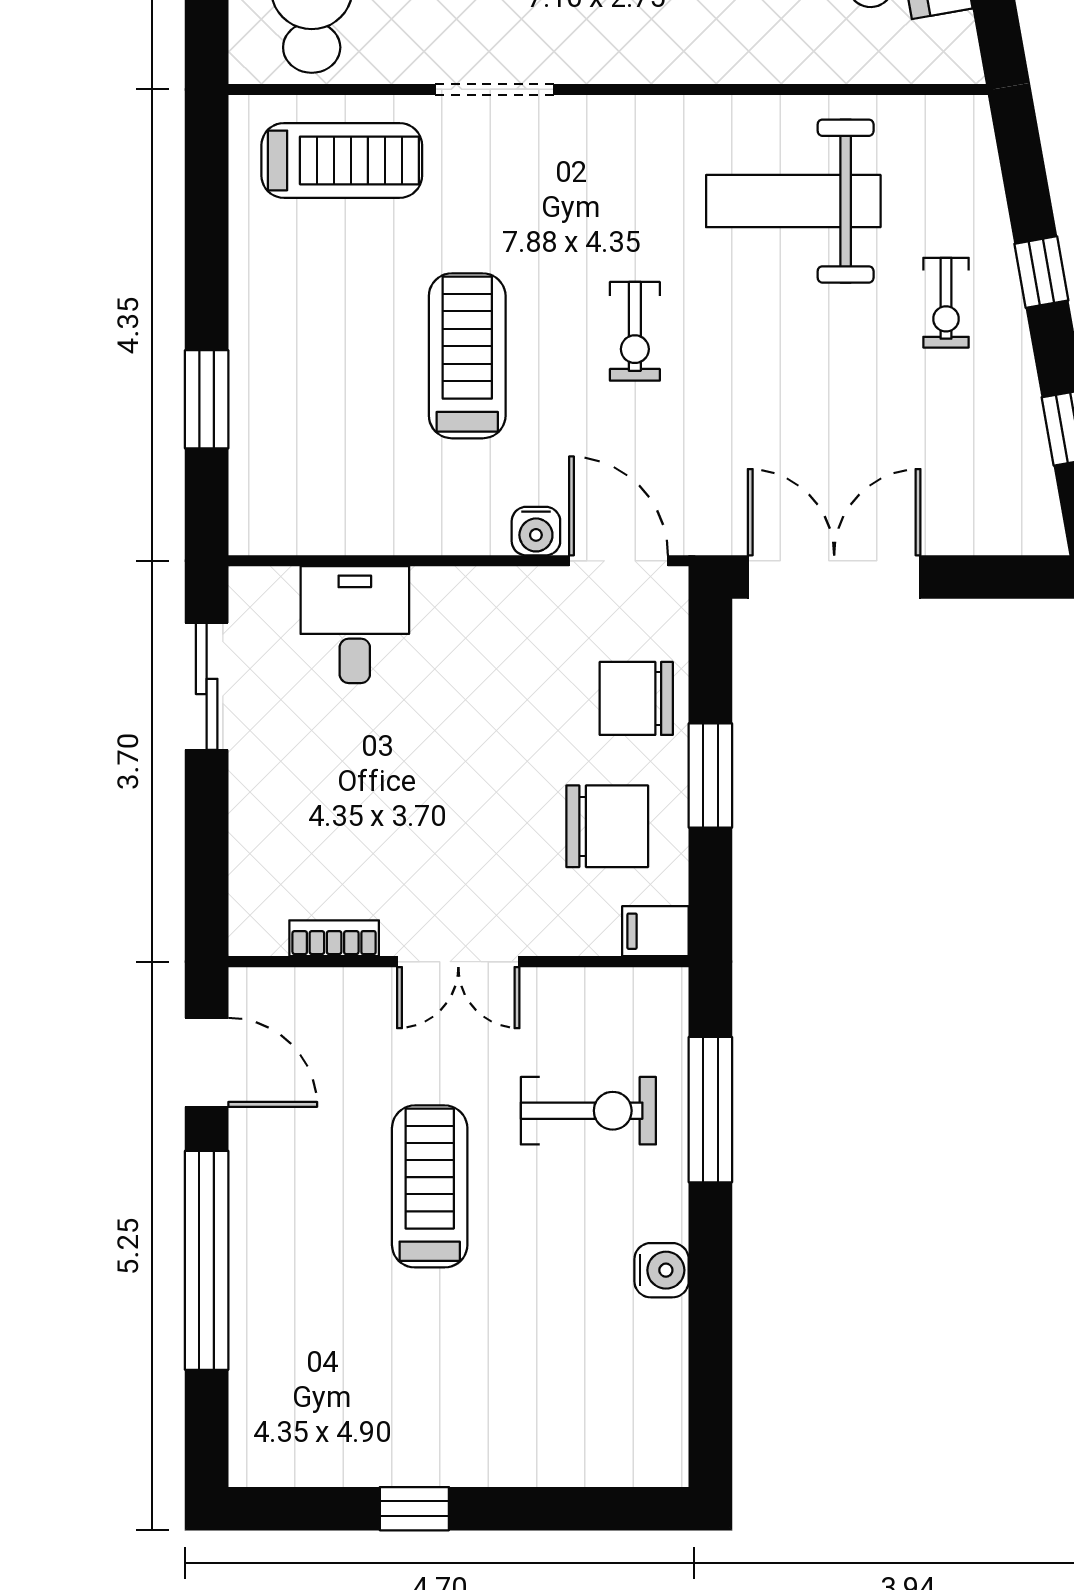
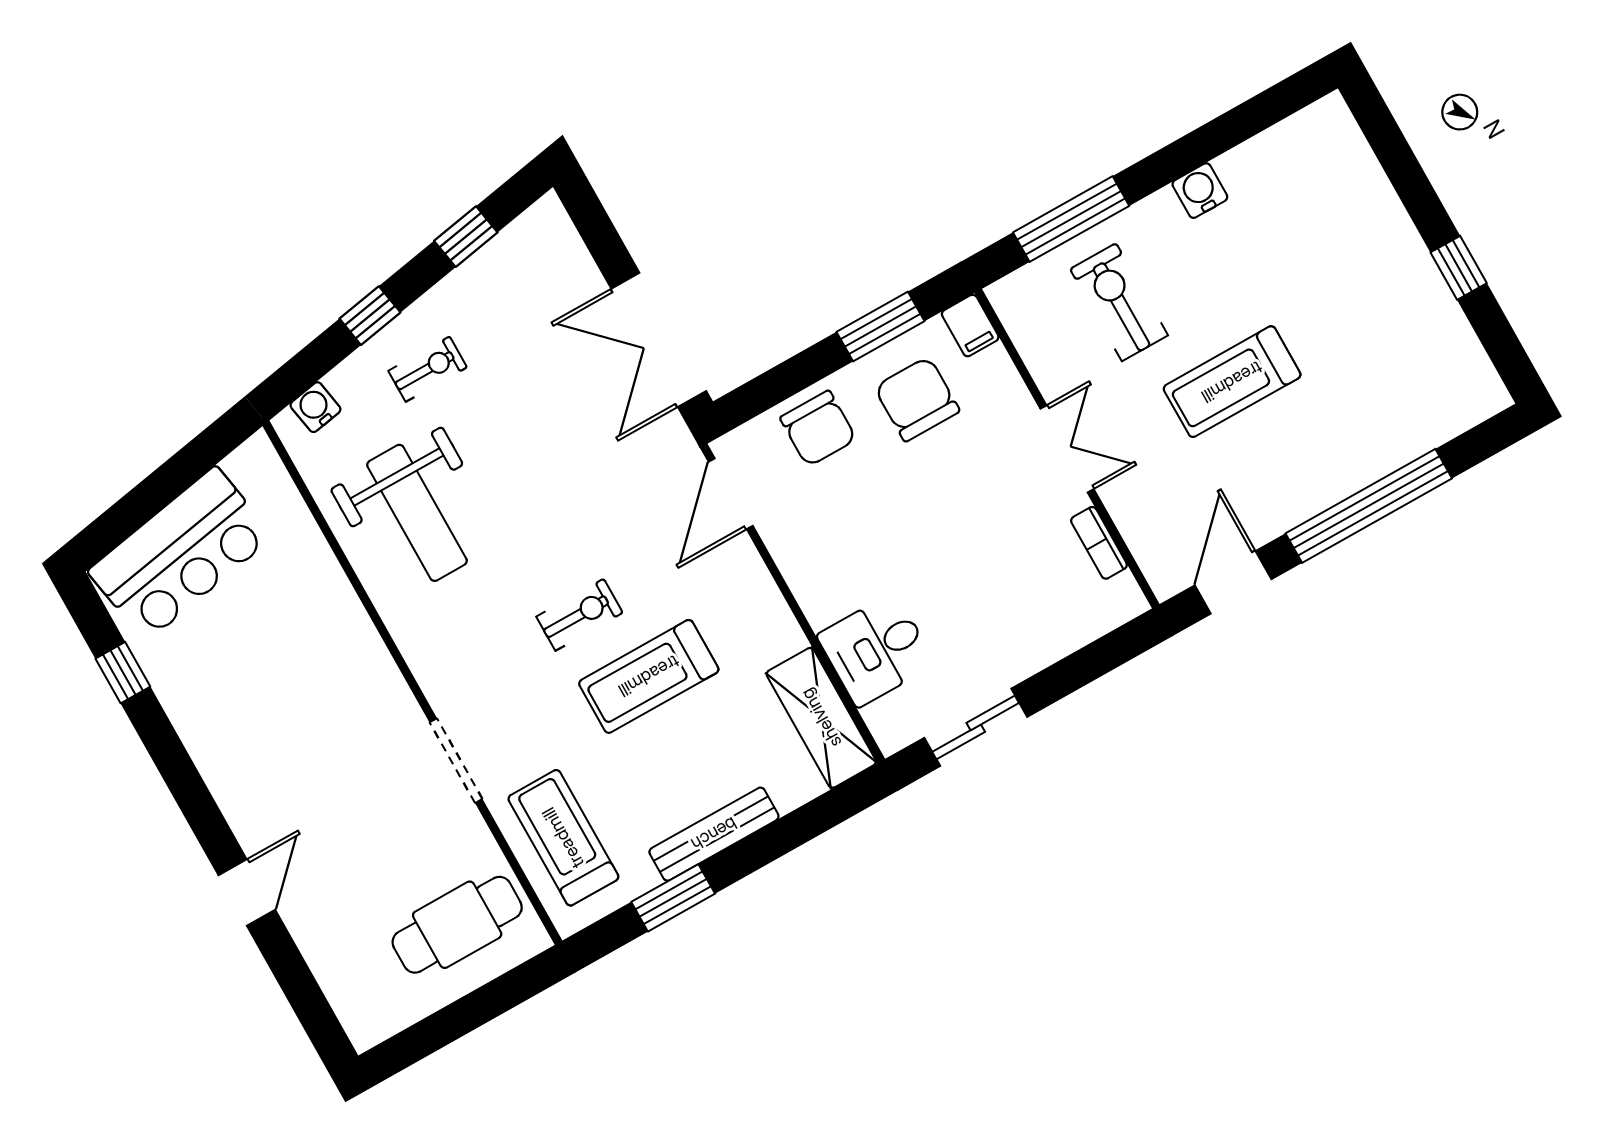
bench: (252, 330) -> (714, 834), added
exercise bike: (635, 331) -> (579, 615), moved
window: (207, 399) -> (673, 898), moved
shelving: (314, 521) -> (821, 718), added
water cooler: (536, 531) -> (315, 407), moved, turned -100
window: (710, 775) -> (880, 327), moved

